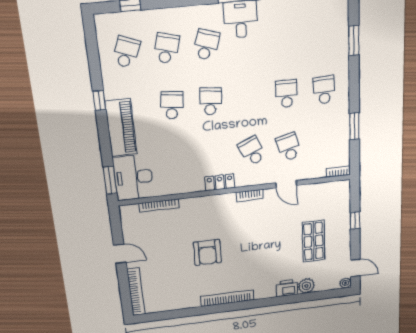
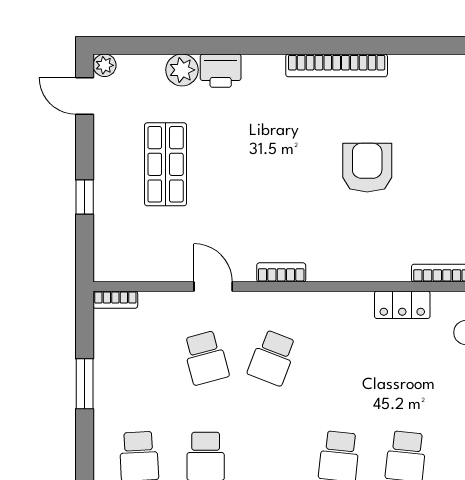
school desk: (252, 151) -> (272, 358), turned 45
locker: (220, 182) -> (402, 305), moved

